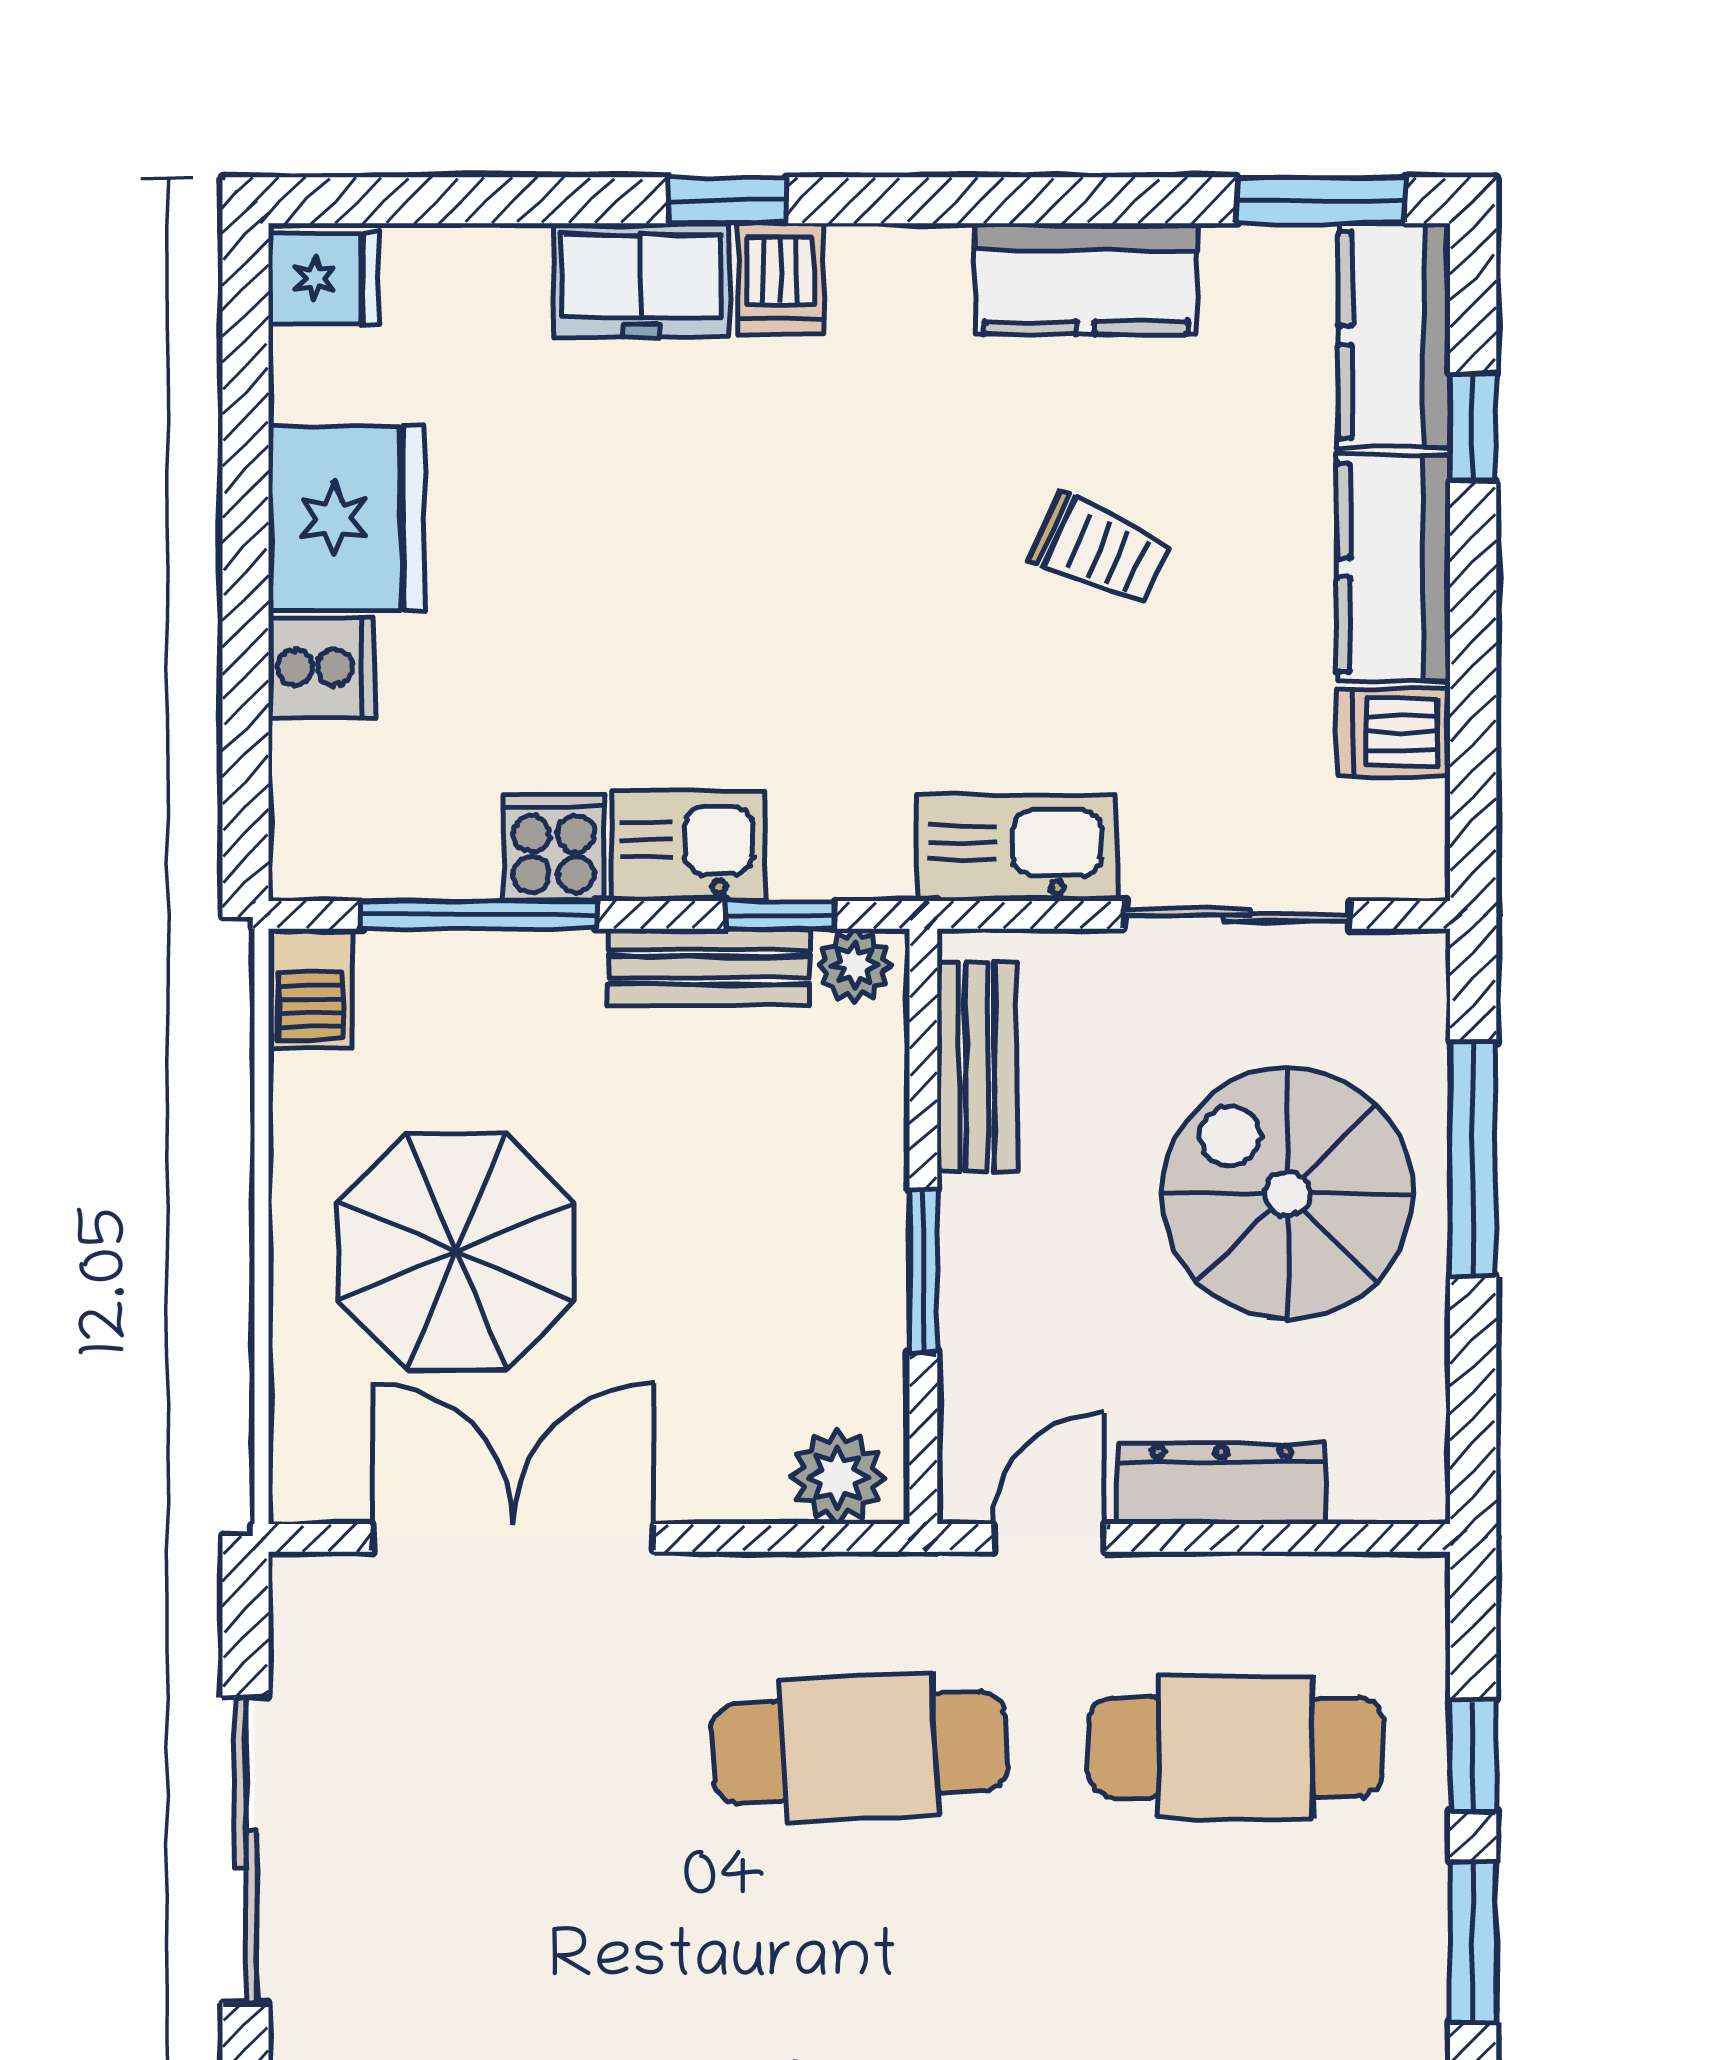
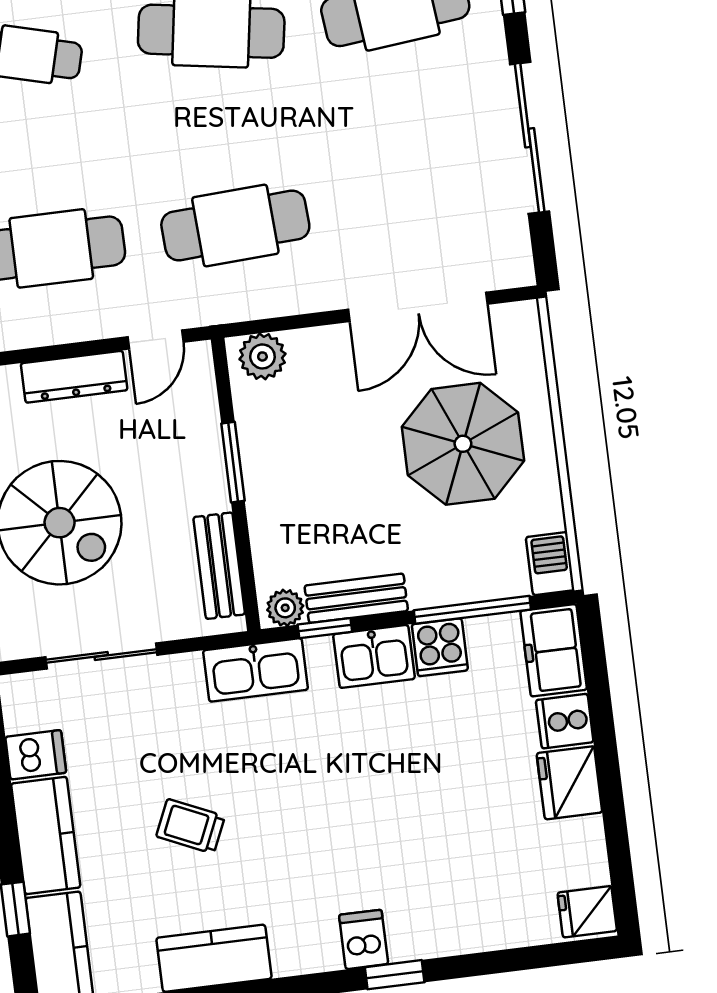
freezer: (642, 280) -> (554, 650), moved, turned -90
fridge: (347, 518) -> (569, 783), width x0.73, depth x0.75
kitchen sink: (1017, 848) -> (256, 670), moved

